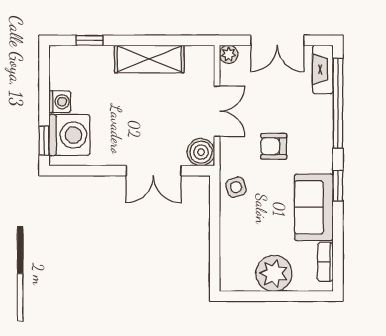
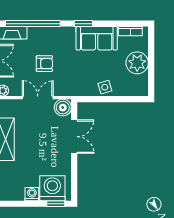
armchair: (274, 146) -> (44, 64), moved, turned -90
side table: (236, 187) -> (105, 87), moved

